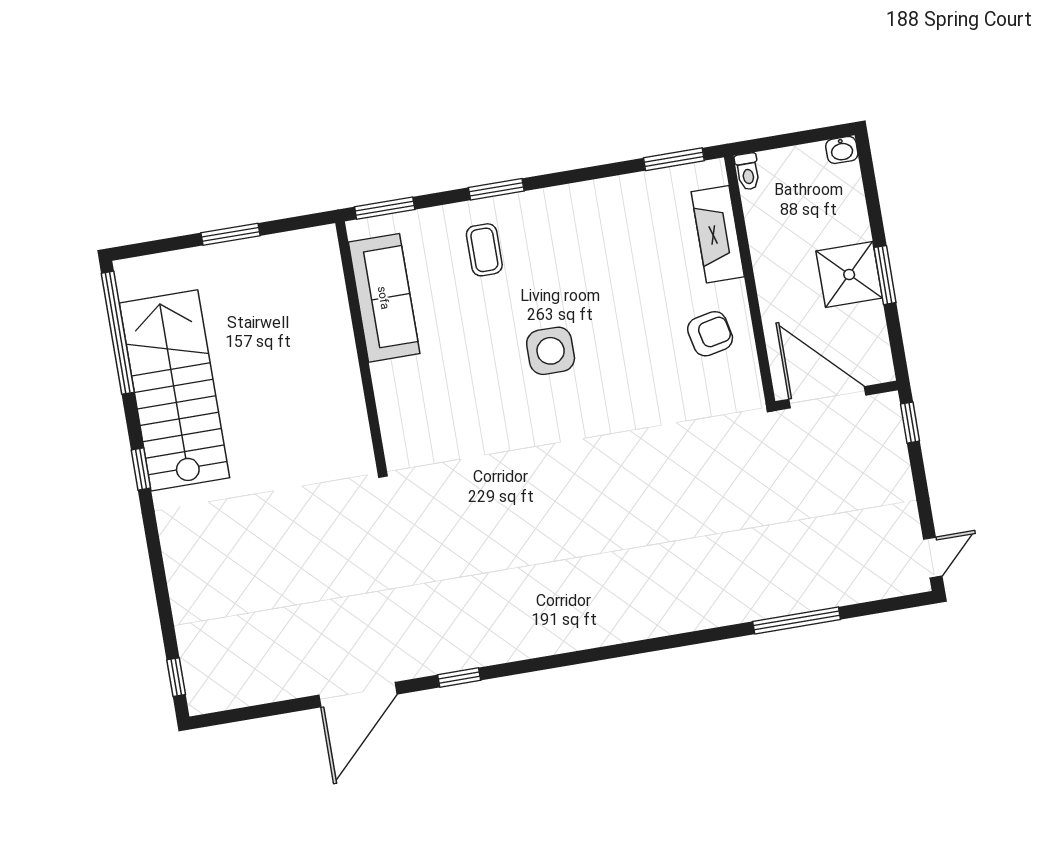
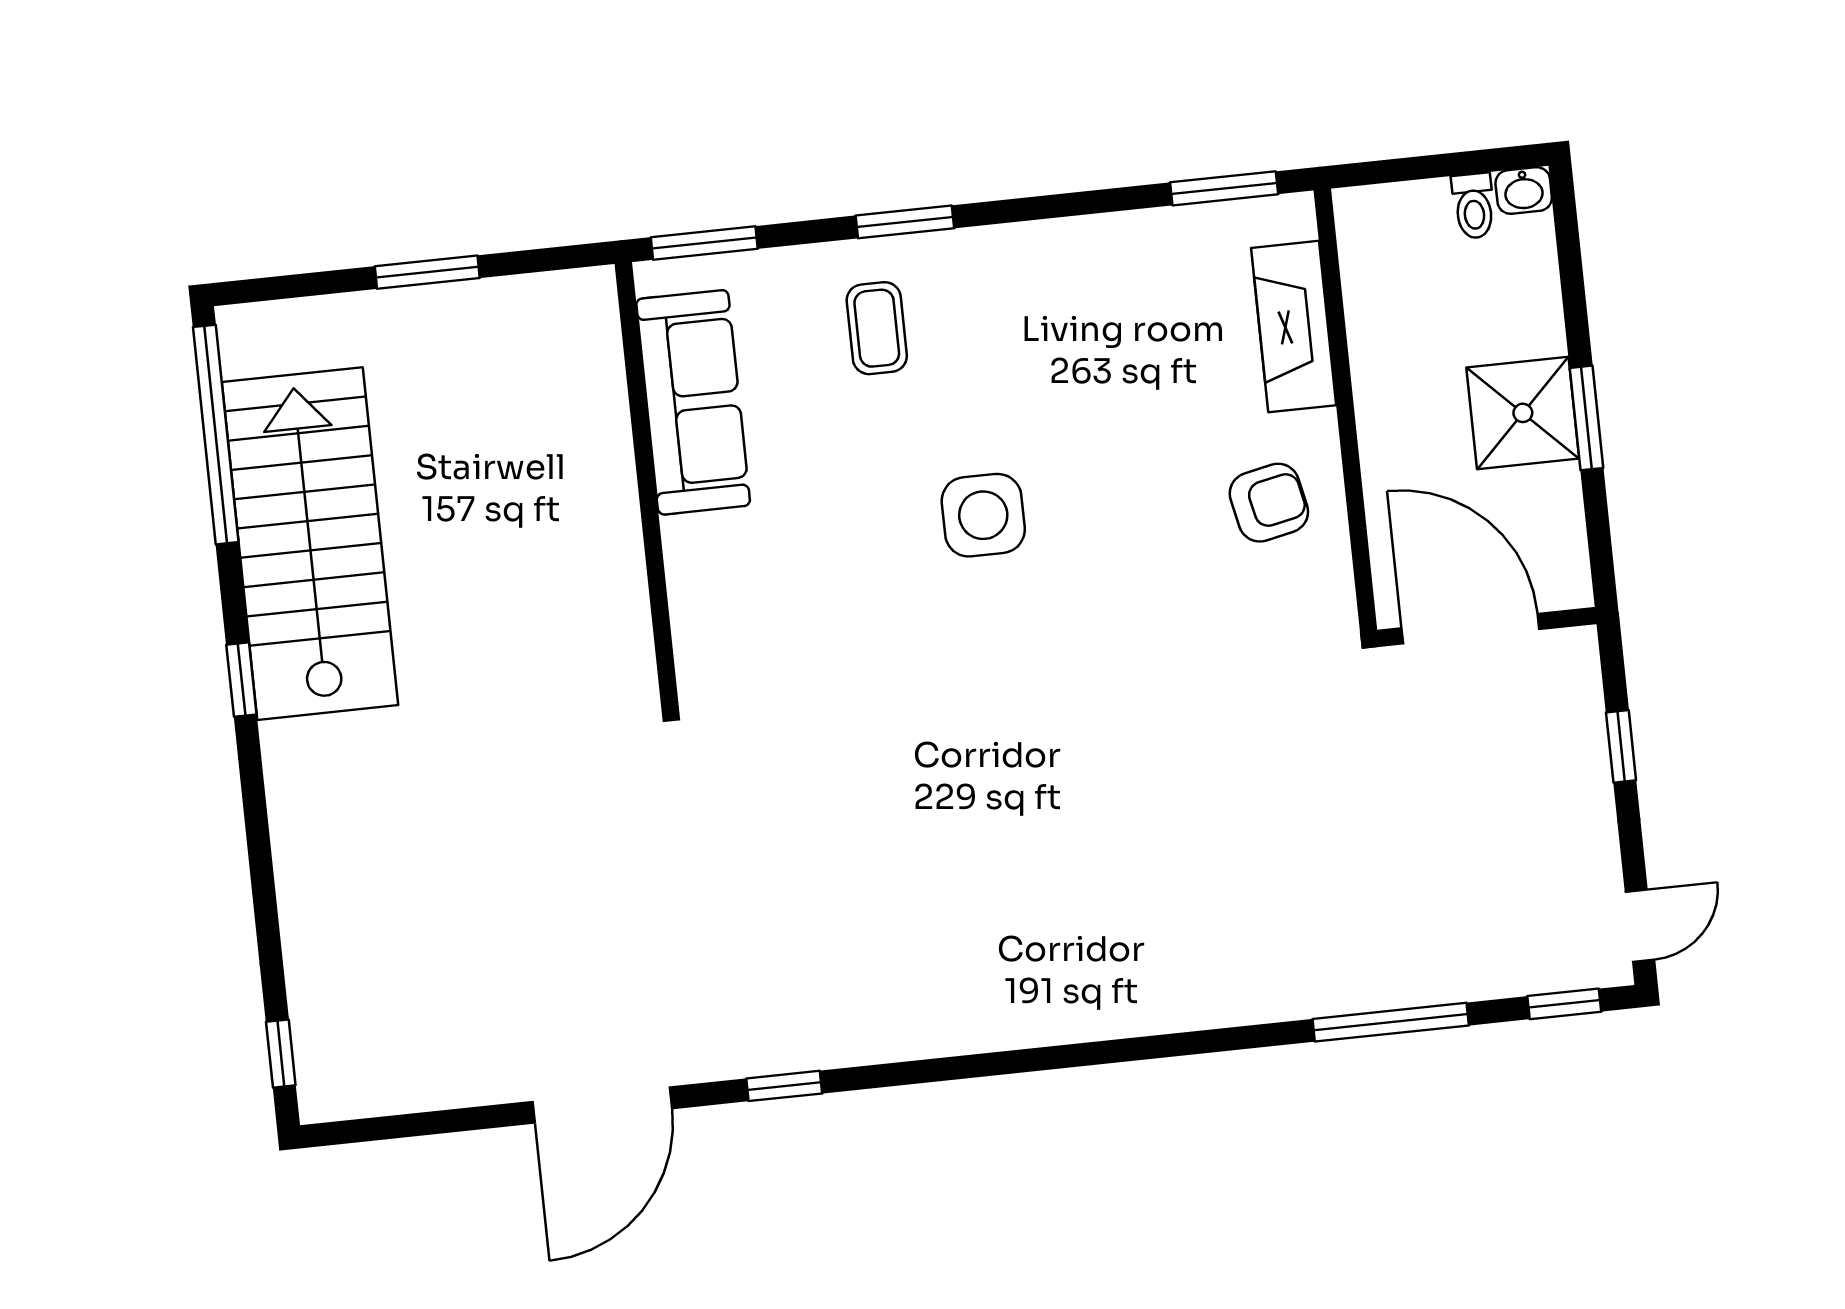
toilet: (748, 172) -> (1474, 206), moved
window: (910, 423) -> (1621, 746), moved
window: (893, 604) -> (1564, 1004), added

